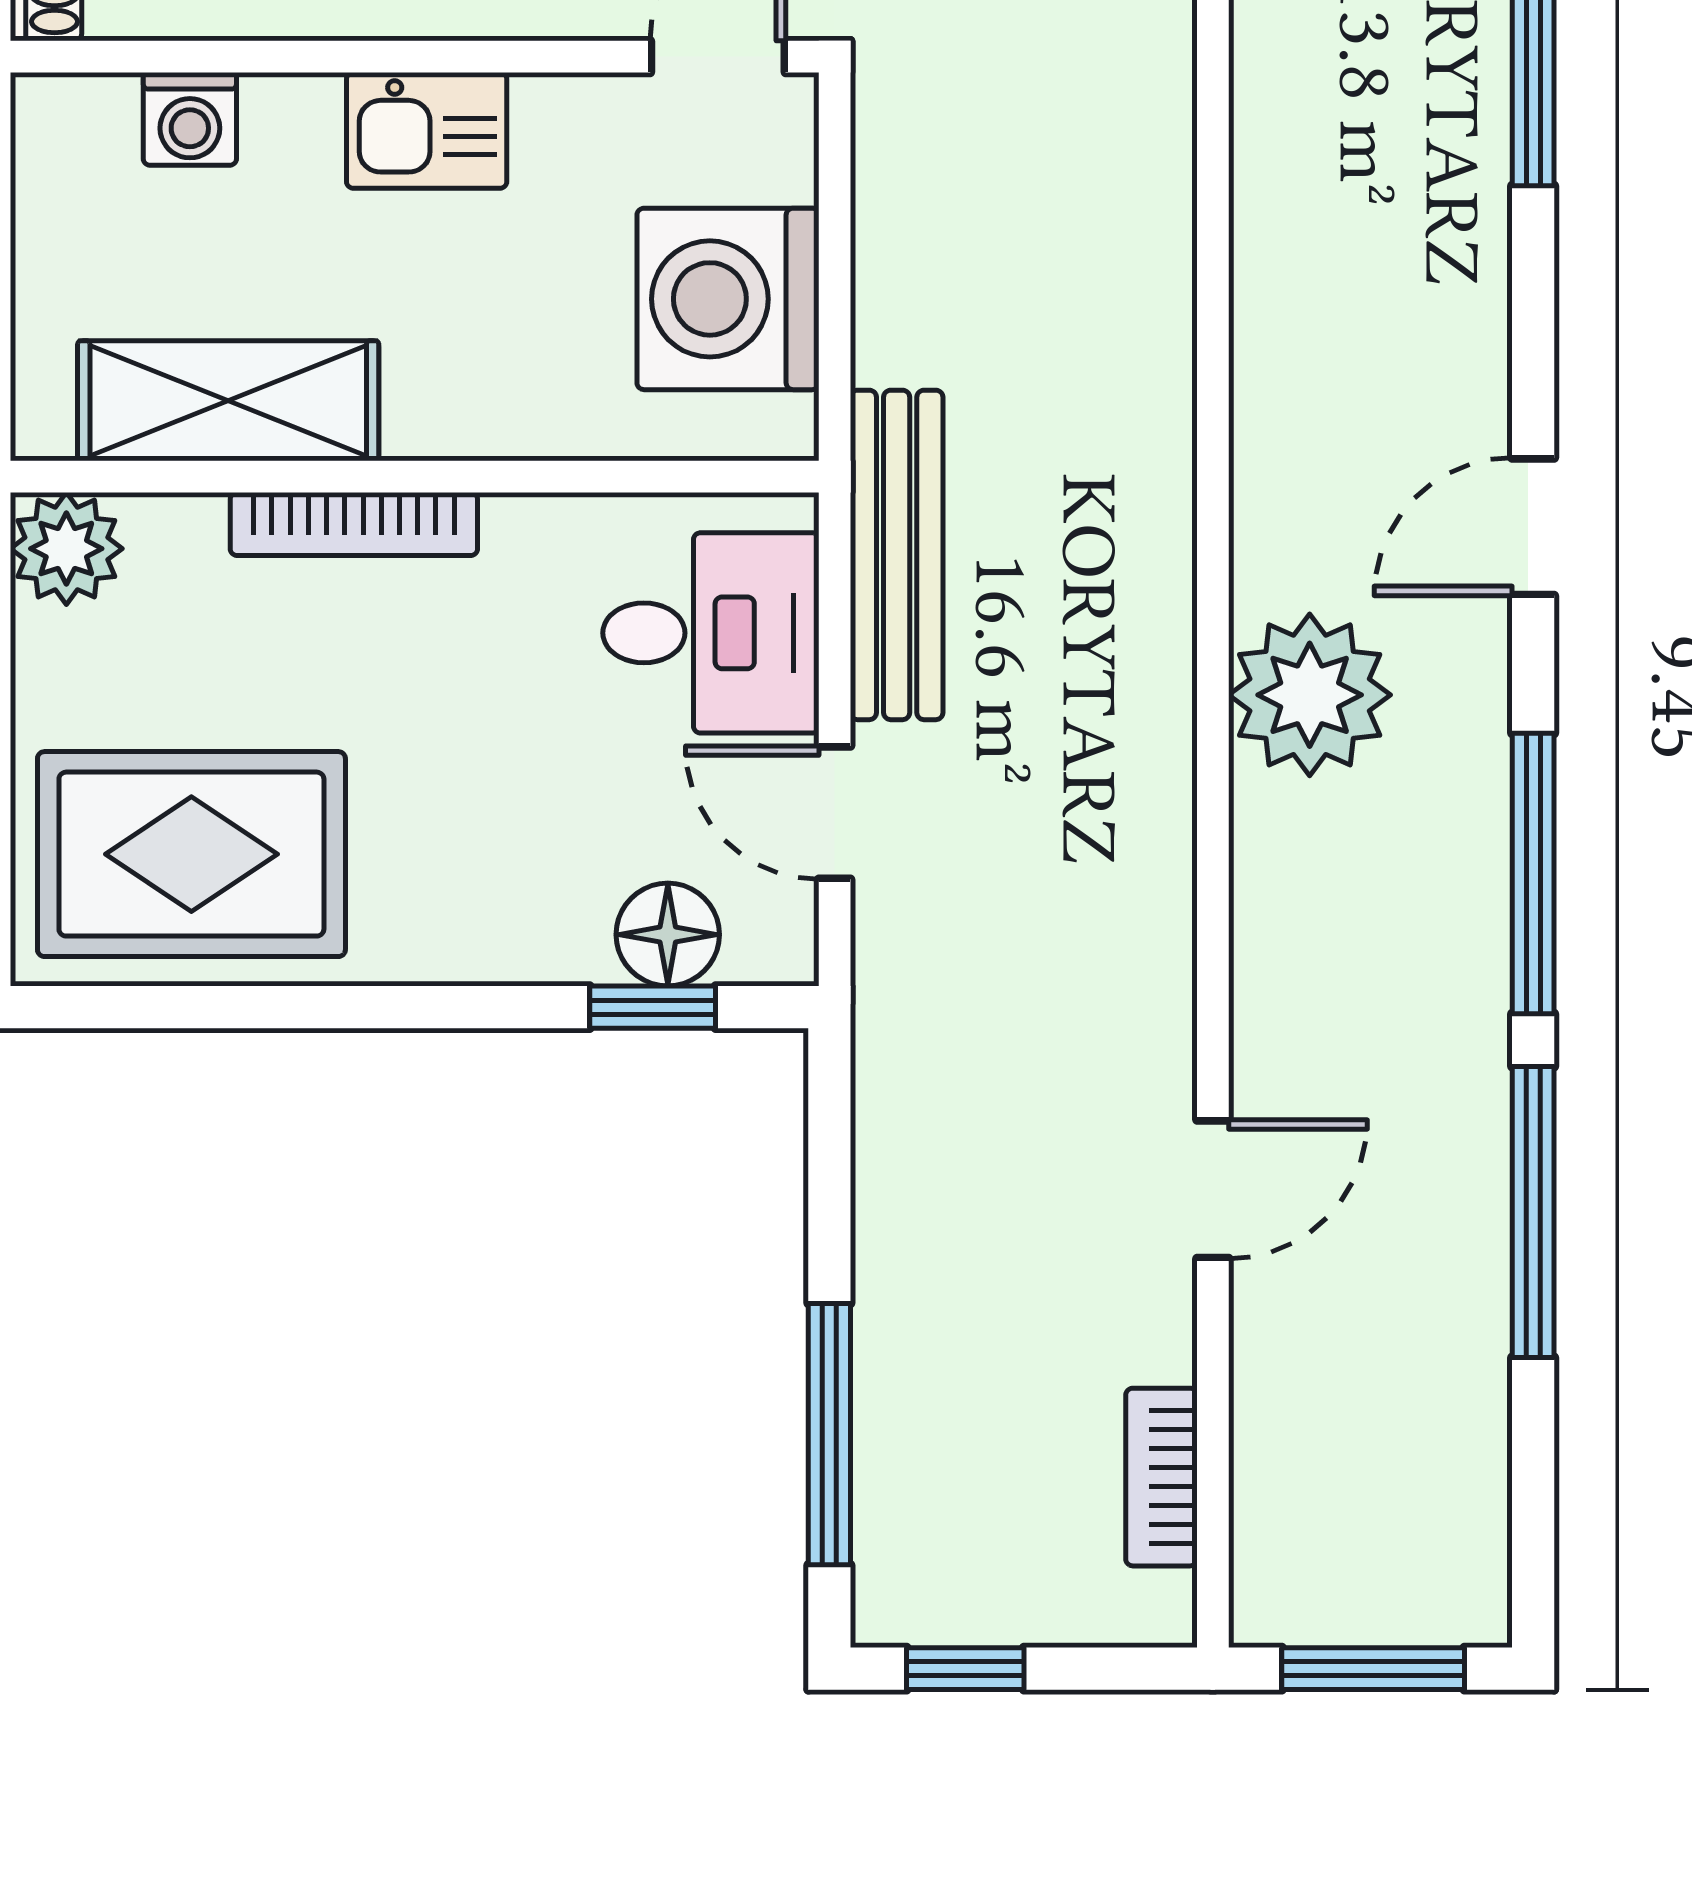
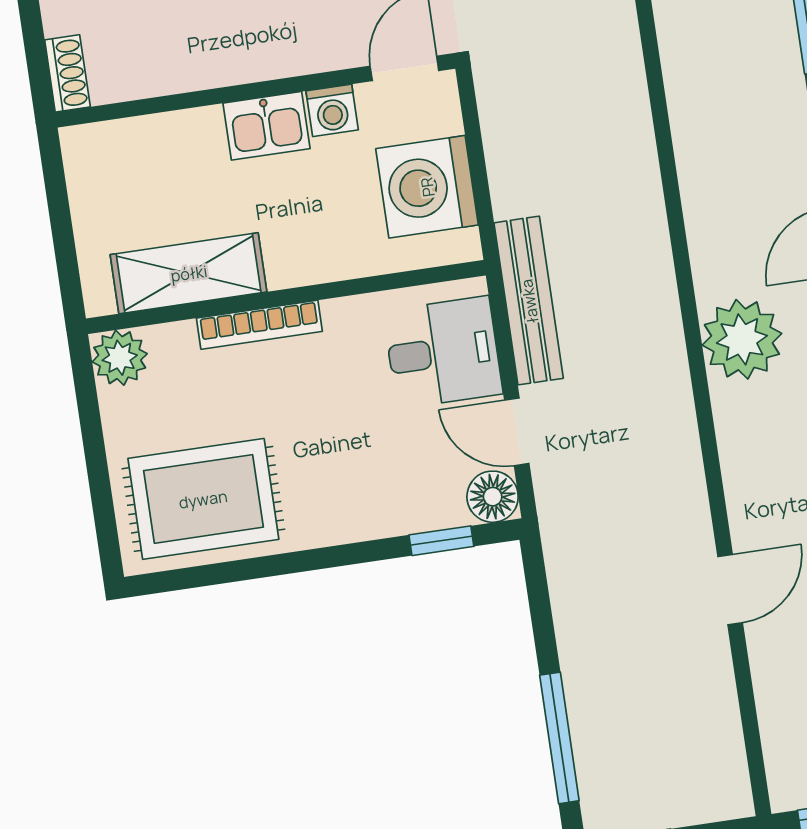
washing machine: (190, 119) -> (332, 110), moved
floor lamp: (668, 935) -> (493, 497), moved
bookcase: (1161, 1477) -> (726, 735), removed

